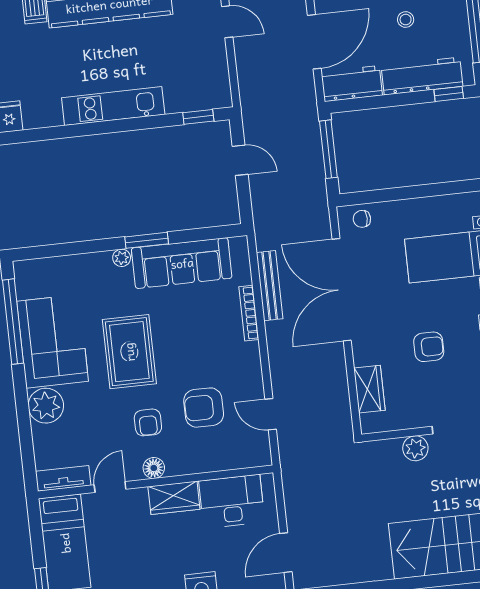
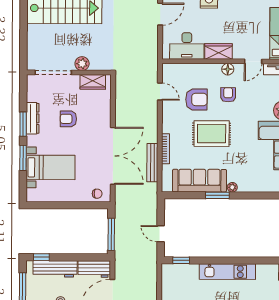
rug: (129, 352) -> (212, 134), moved, turned 90
wardrobe: (369, 389) -> (93, 82), moved, turned -90

